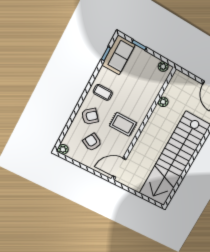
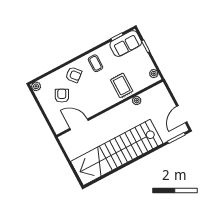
rug: (123, 124) -> (122, 85), moved
door: (119, 168) -> (79, 124), moved

